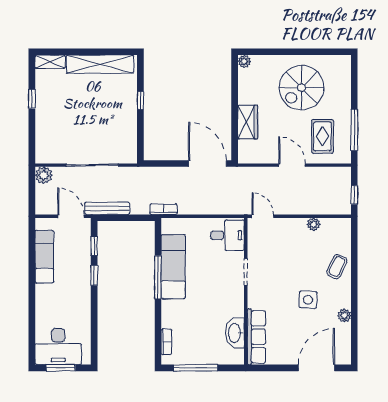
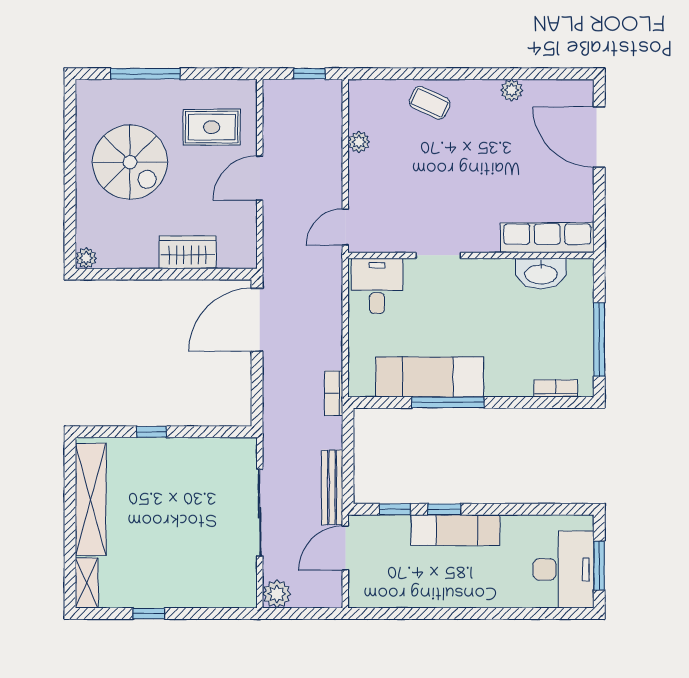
window: (354, 130) -> (145, 74), moved
exam couch: (44, 257) -> (455, 530), moved, turned 180
side table: (308, 300) -> (485, 151), removed

